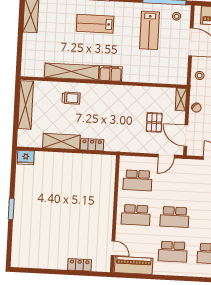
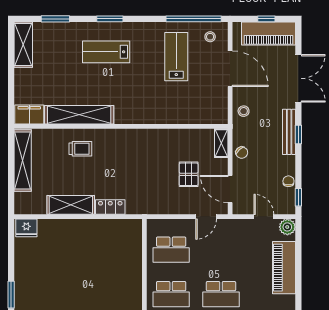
lab bench: (149, 30) -> (176, 57), turned 180
filing cabinet: (111, 73) -> (29, 115), moved

